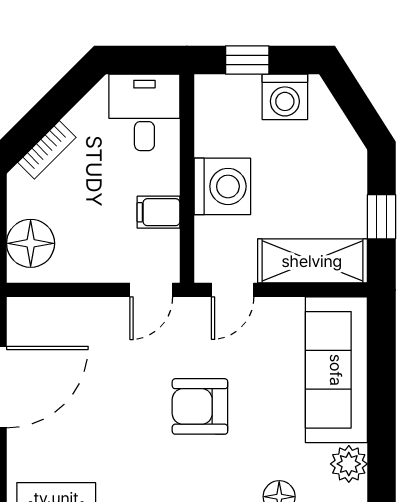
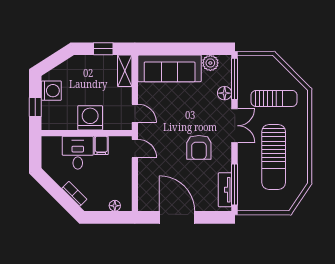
desk: (144, 112) -> (78, 153), moved, turned 90
floor lamp: (31, 243) -> (115, 206), width x0.53, depth x0.53
shelving: (312, 261) -> (125, 71), width x0.67, depth x0.75
armchair: (200, 406) -> (199, 147), moved

